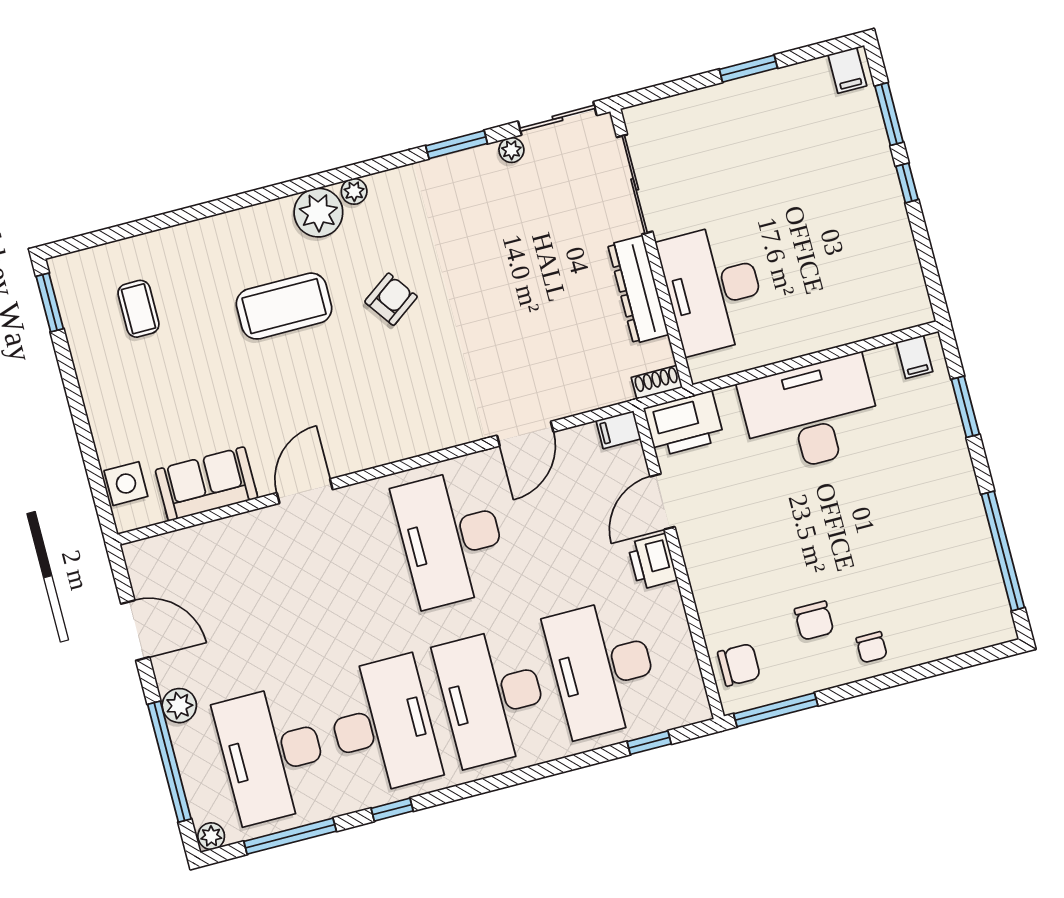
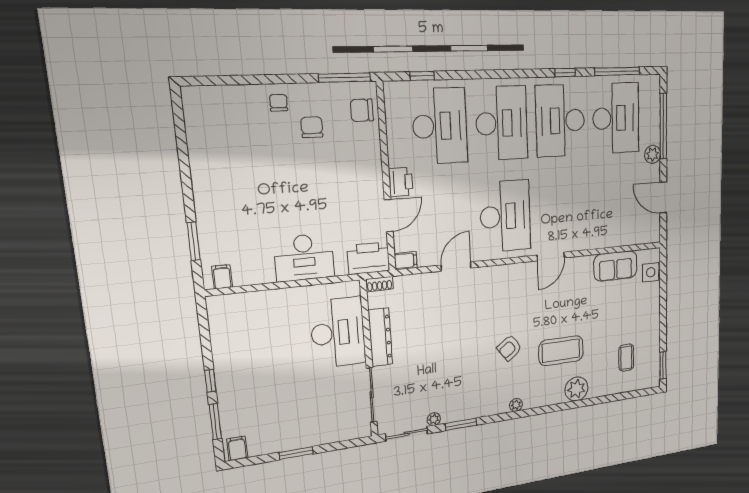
plant: (318, 213) -> (576, 389), moved
desk: (811, 415) -> (304, 257), width x0.73, depth x0.77
door: (305, 491) -> (551, 257), moved
window: (1003, 551) -> (182, 146), removed
plant: (211, 836) -> (653, 82), removed

